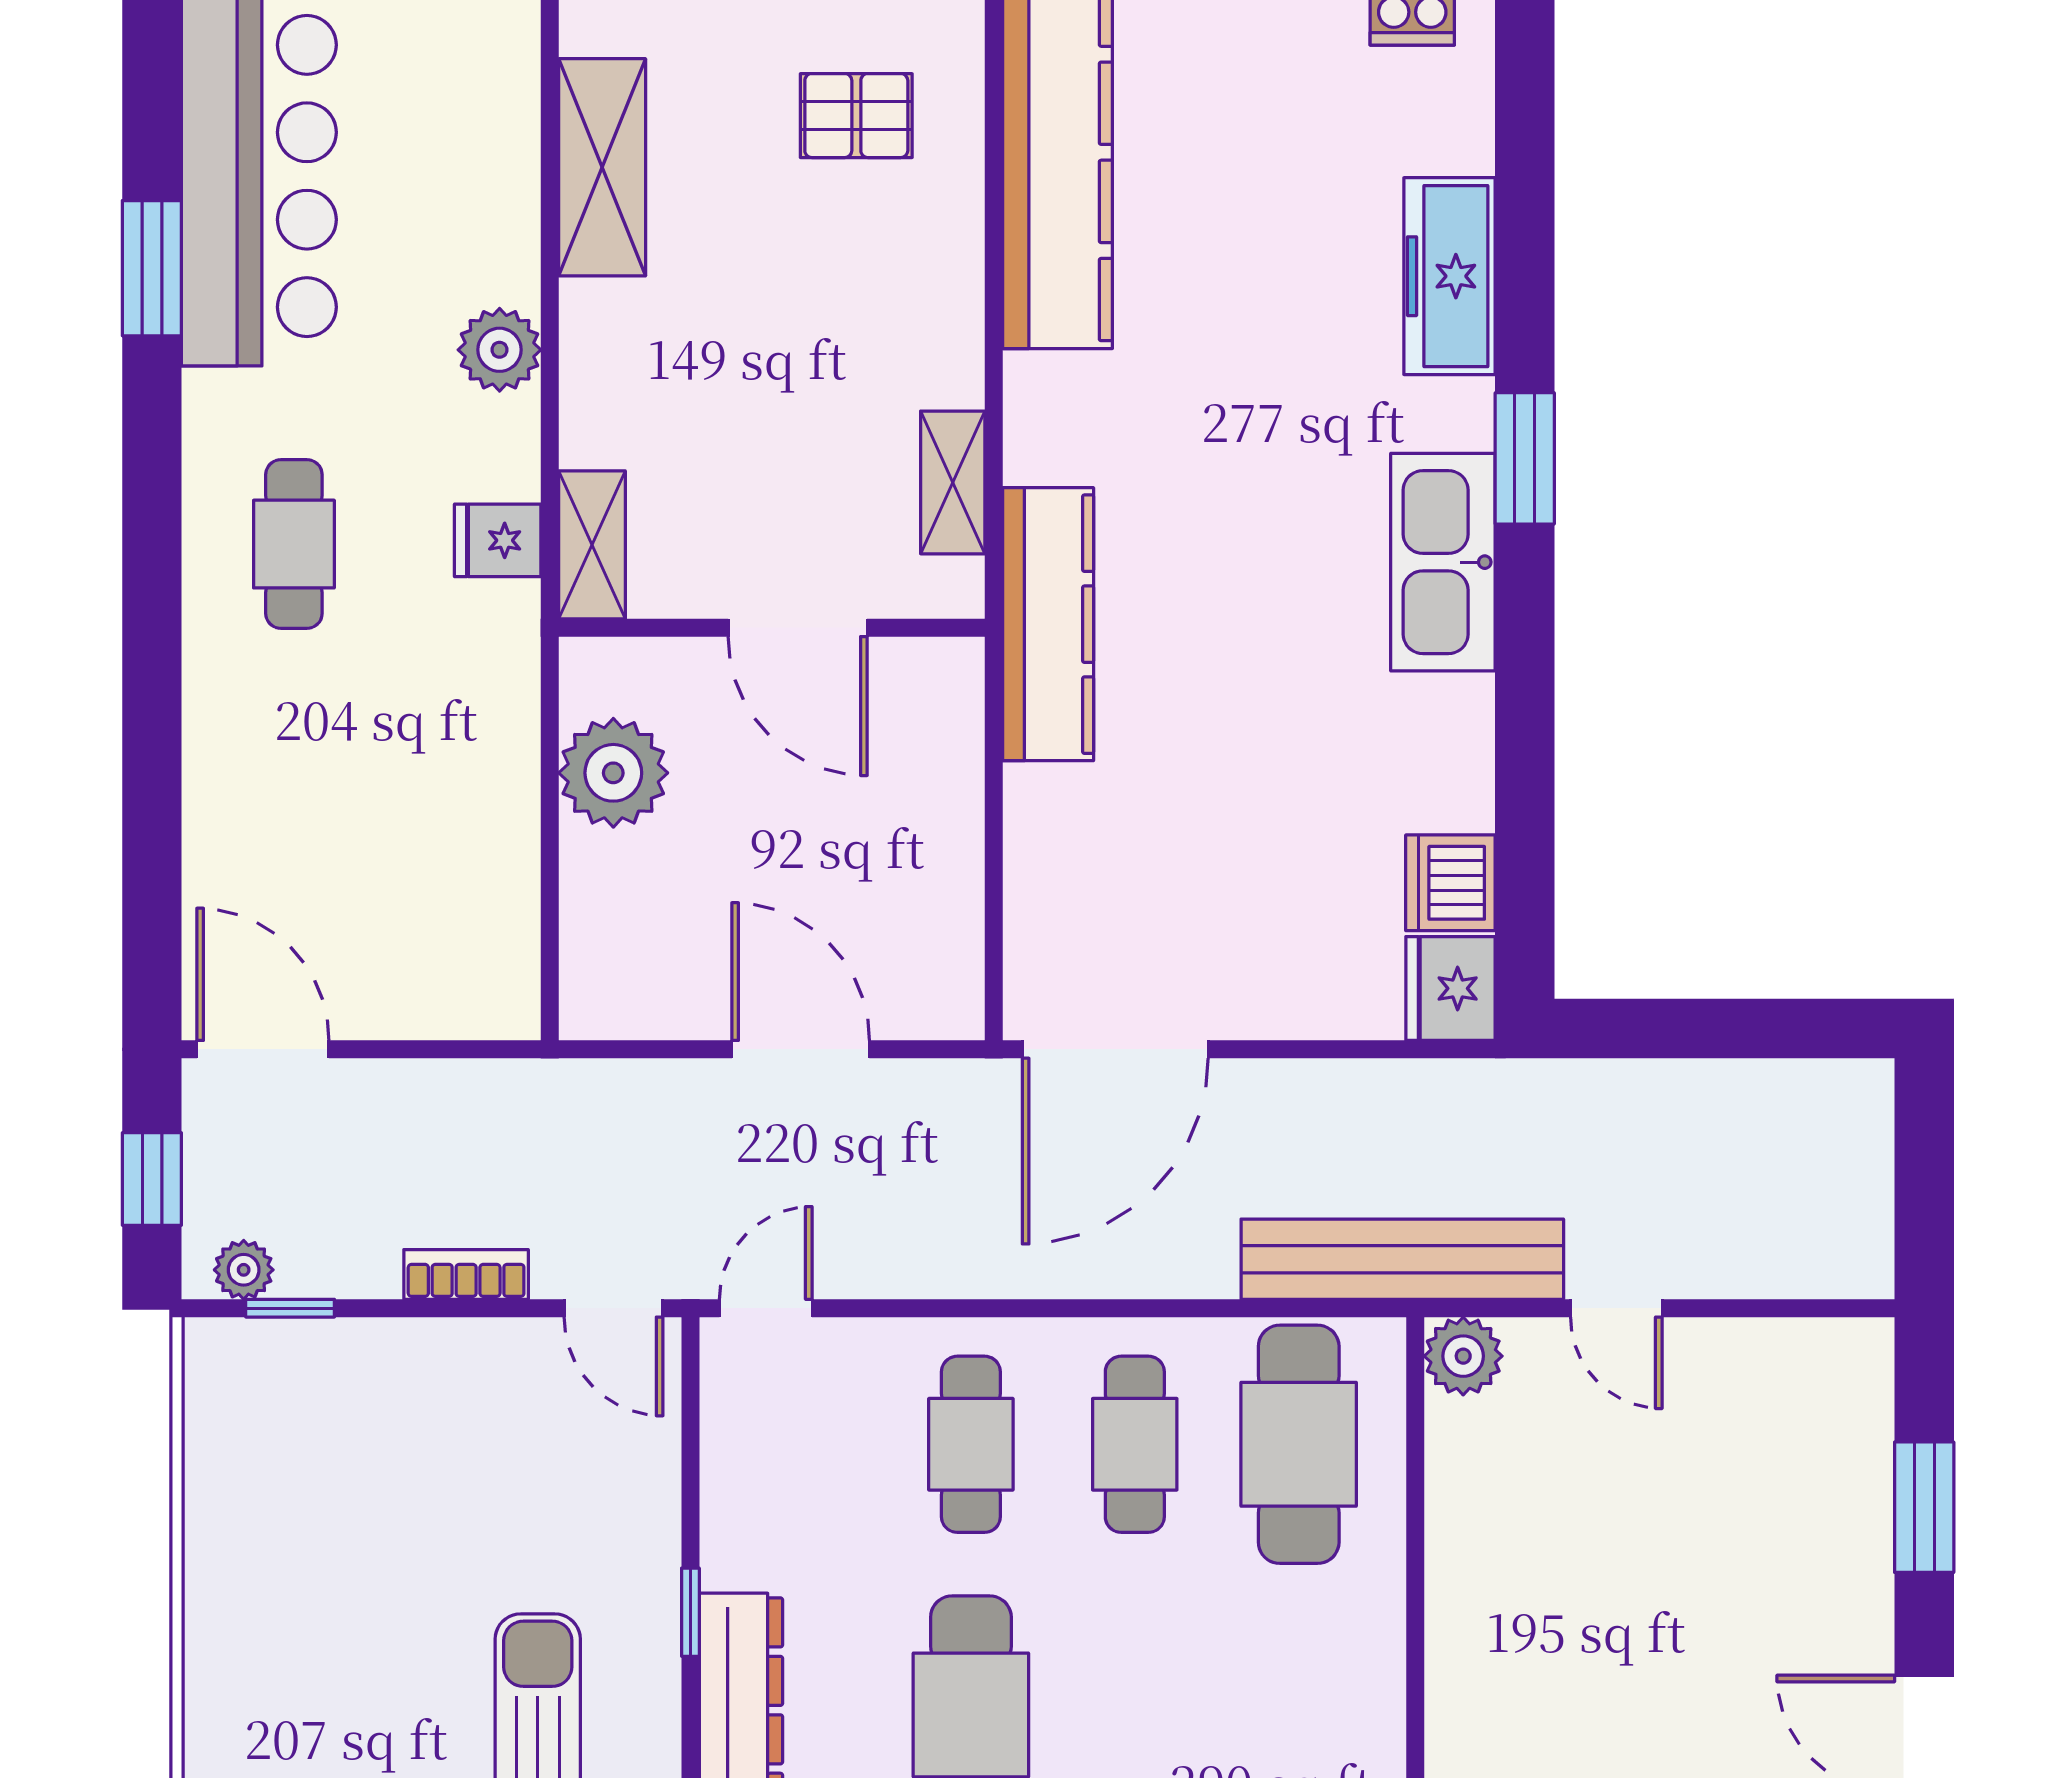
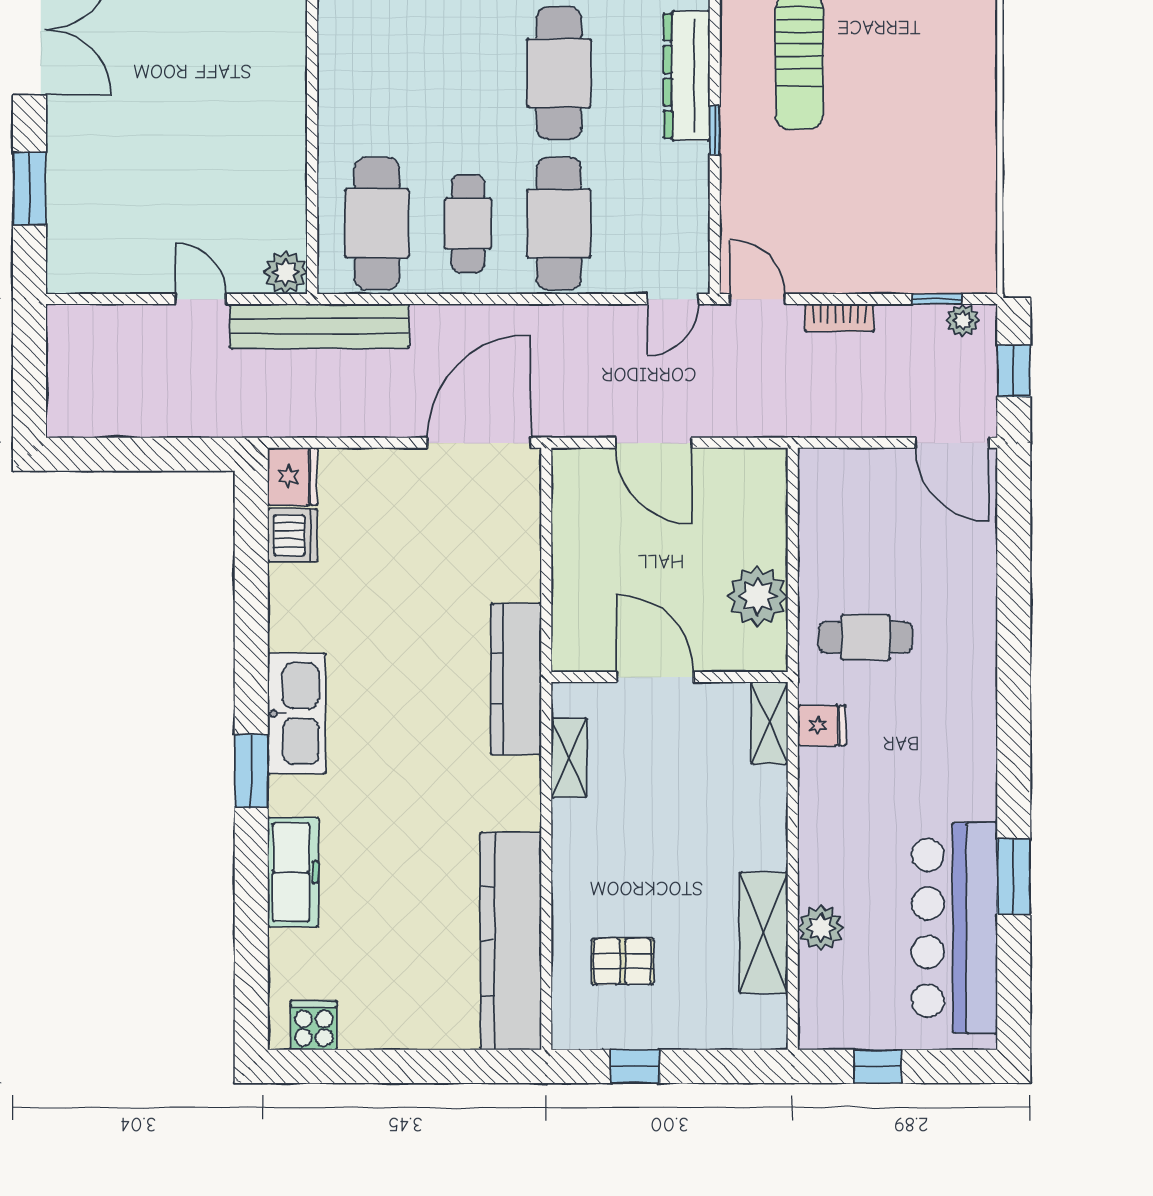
plant: (500, 350) -> (821, 928), moved
cafe table: (294, 544) -> (865, 637), moved, turned 90
cafe table: (971, 1444) -> (559, 223), width x1.37, depth x1.35

